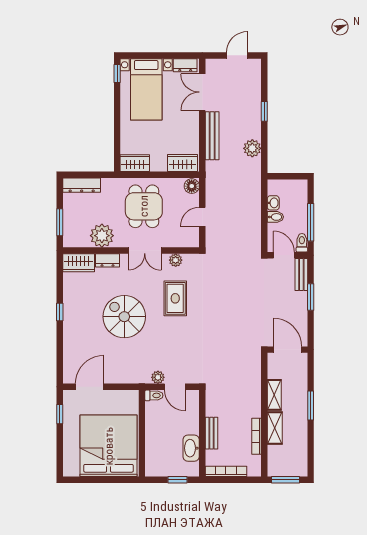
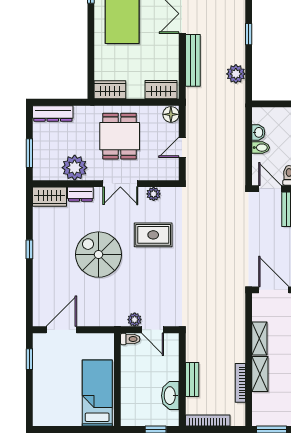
rug: (175, 298) -> (153, 235), turned 90
bed: (109, 446) -> (97, 393), width x0.49

